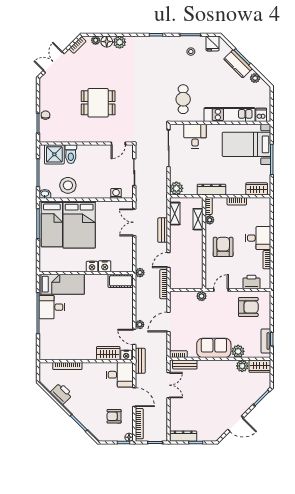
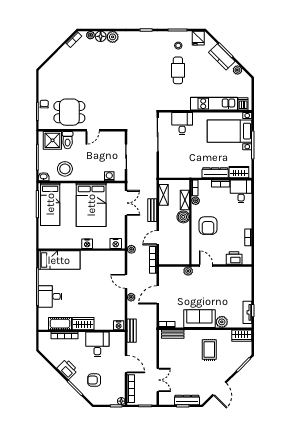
double door: (54, 62) -> (52, 55), removed
cafe table: (183, 99) -> (178, 70), moved
dining table: (98, 103) -> (69, 112), moved
door: (118, 143) -> (93, 130), moved
plant: (176, 188) -> (165, 172), removed
dresser: (211, 190) -> (215, 173), moved
double door: (134, 222) -> (126, 203), swing flipped
bed: (79, 224) -> (91, 205), moved
boiler: (196, 237) -> (183, 217), added
desk: (258, 238) -> (241, 191), moved, turned -90
armchair: (223, 247) -> (208, 226), turned 180
nightstand: (105, 266) -> (116, 243), moved
cot: (121, 281) -> (60, 324), moved
door: (221, 290) -> (206, 265), hinge flipped
desk: (52, 307) -> (50, 296), moved
armchair: (248, 307) -> (231, 281), removed
door: (134, 337) -> (126, 281), moved
wardrobe: (108, 353) -> (83, 324), moved
plant: (242, 366) -> (226, 335), removed
desk: (120, 375) -> (97, 344), moved, turned -90
rug: (224, 381) -> (209, 350), added
double door: (169, 385) -> (158, 380), moved
printer: (61, 394) -> (67, 369), moved
armchair: (114, 416) -> (94, 380), moved
door: (236, 424) -> (219, 389), hinge flipped
dresser: (183, 436) -> (187, 400), moved

